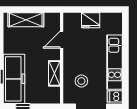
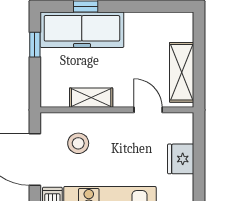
shelving: (26, 20) -> (182, 72), moved

